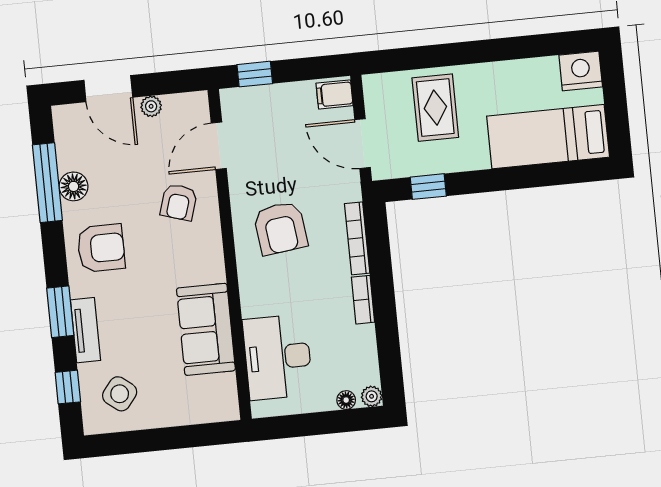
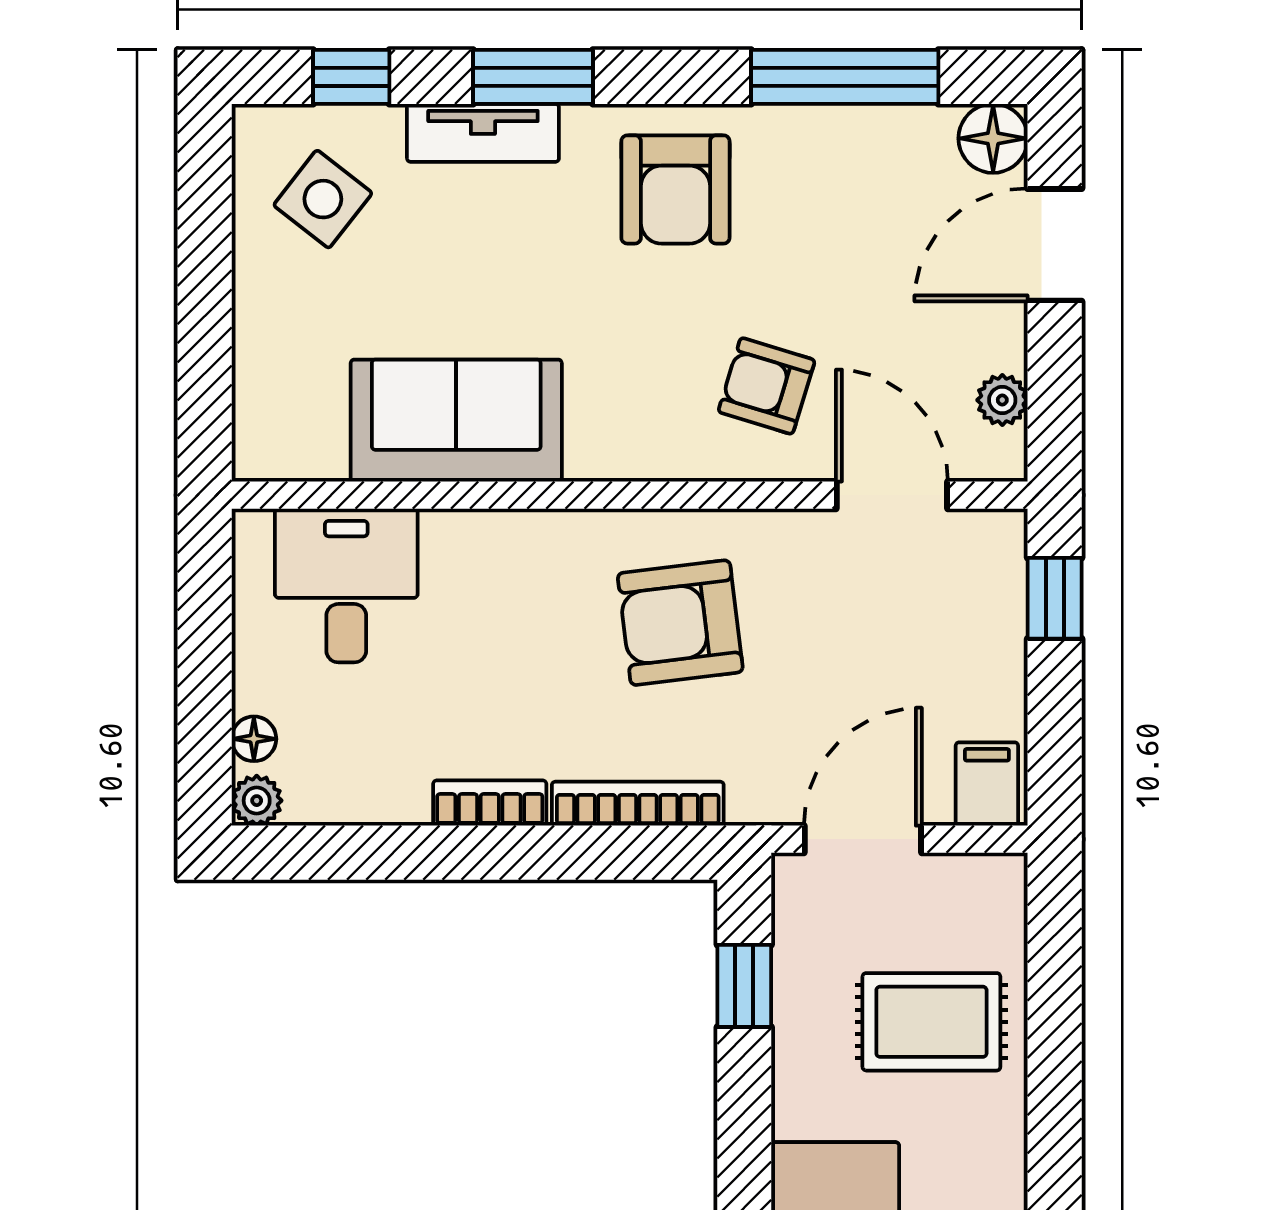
plant: (151, 106) -> (1002, 400), moved
floor lamp: (74, 186) -> (993, 138), moved
desk: (278, 357) -> (346, 585), width x0.73

